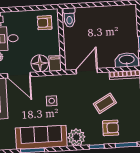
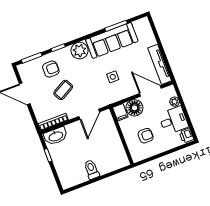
toilet: (69, 18) -> (92, 169), moved
armchair: (45, 23) -> (146, 136), moved
armchair: (111, 128) -> (51, 69), turned 180

